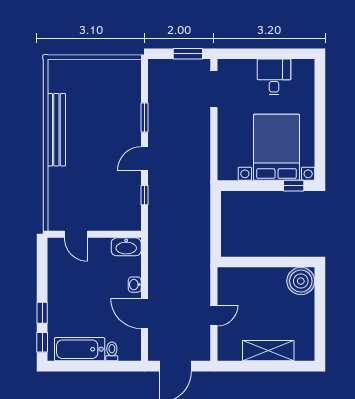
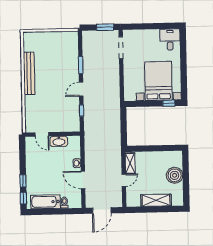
desk: (274, 77) -> (170, 39), moved
washbasin: (126, 247) -> (59, 141), moved
boiler: (301, 281) -> (175, 175), moved
shelving: (226, 287) -> (130, 163), added

